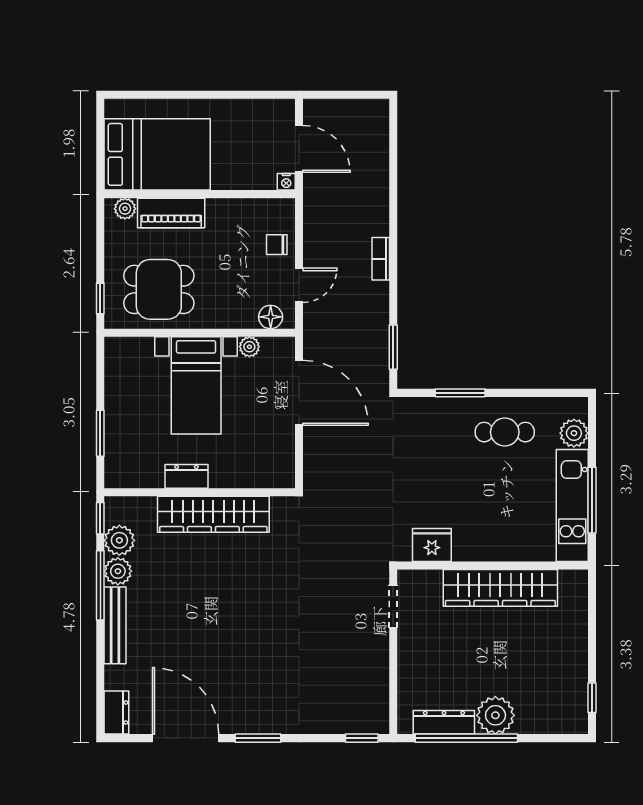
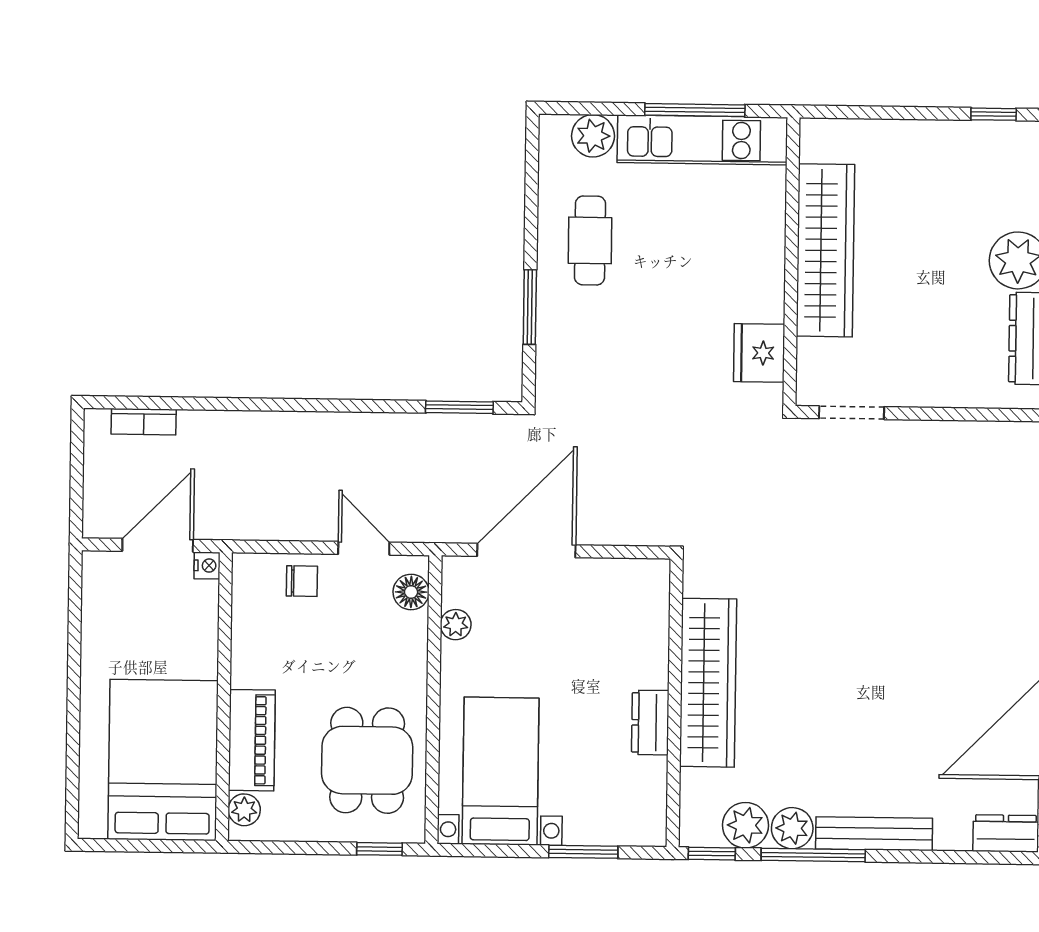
chair: (277, 245) -> (302, 581), turned -90
bookcase: (381, 259) -> (144, 422), moved
bed with nightstands: (196, 385) -> (501, 771), moved, turned -90

